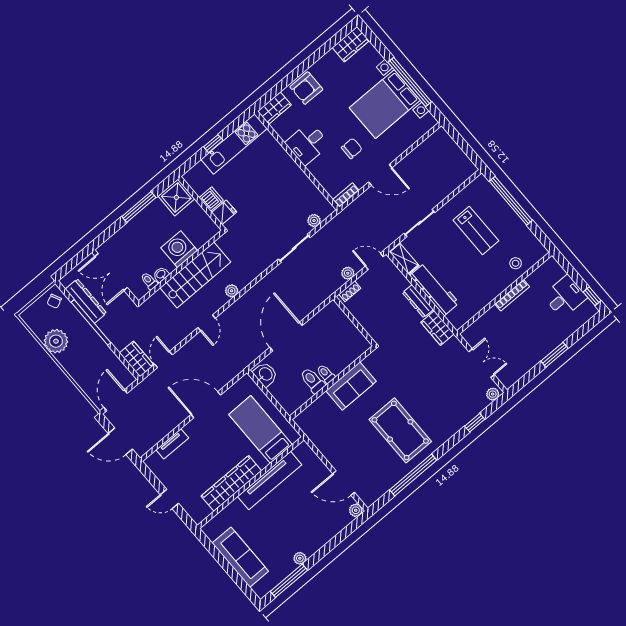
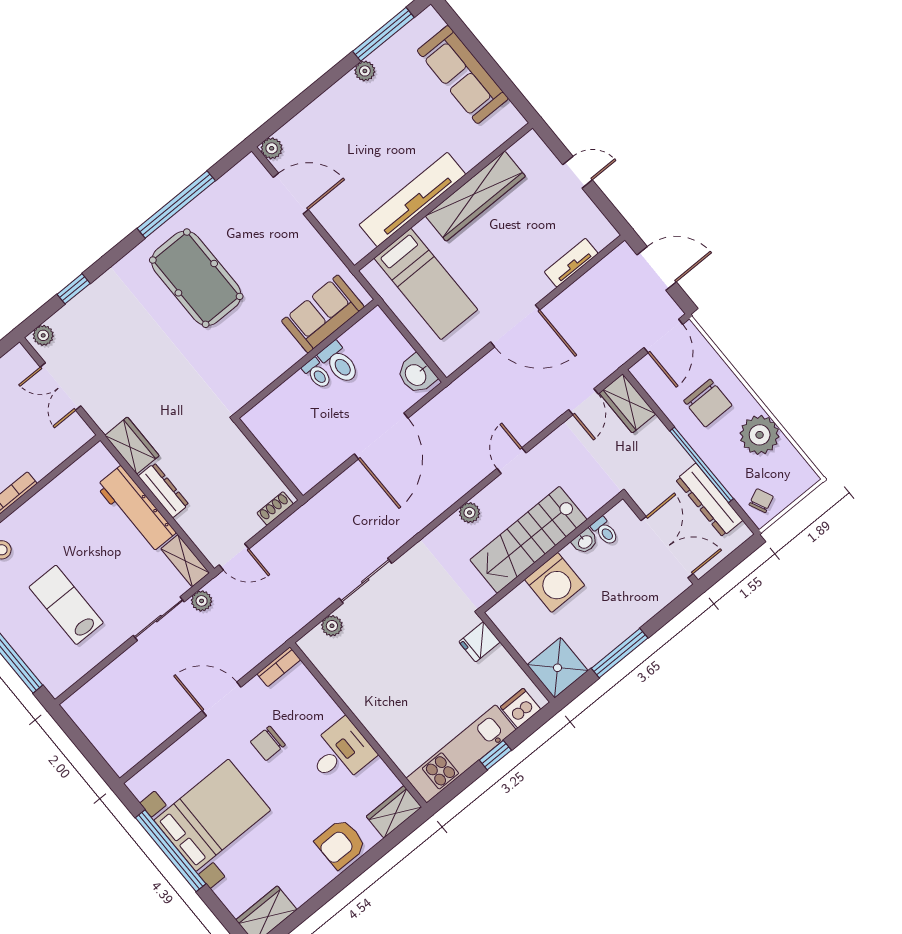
armchair: (306, 88) -> (341, 844), turned 180
dishwasher: (211, 199) -> (520, 708), moved, turned 90
plant: (348, 273) -> (202, 601), moved
chair: (88, 360) -> (708, 403), added
sofa: (351, 386) -> (323, 314), moved

